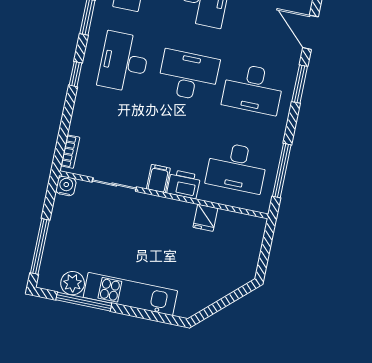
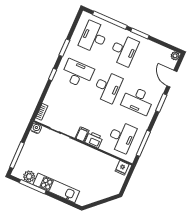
desk: (124, 62) -> (77, 74), turned 90
desk: (188, 75) -> (108, 87), turned 90
desk: (237, 167) -> (122, 137), turned -90
fridge: (205, 218) -> (122, 168), moved

